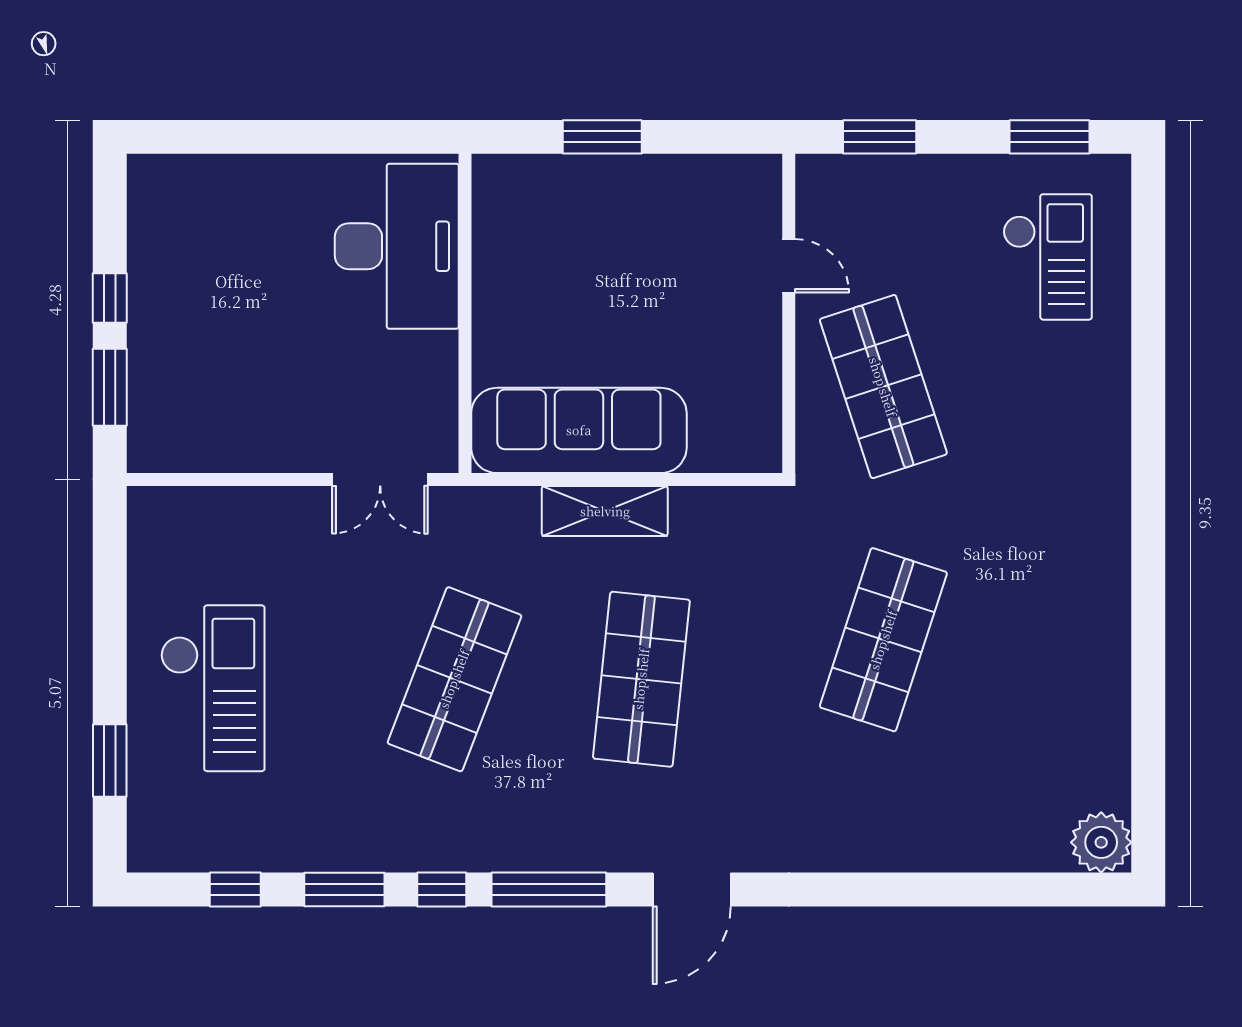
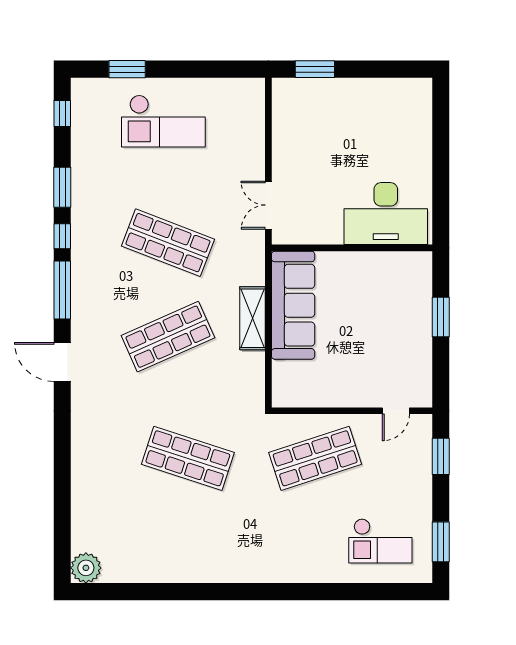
door: (789, 266) -> (396, 411), moved
window: (110, 298) -> (360, 69), removed
shop shelf: (641, 679) -> (168, 337), turned -30
window: (235, 889) -> (62, 114), moved

